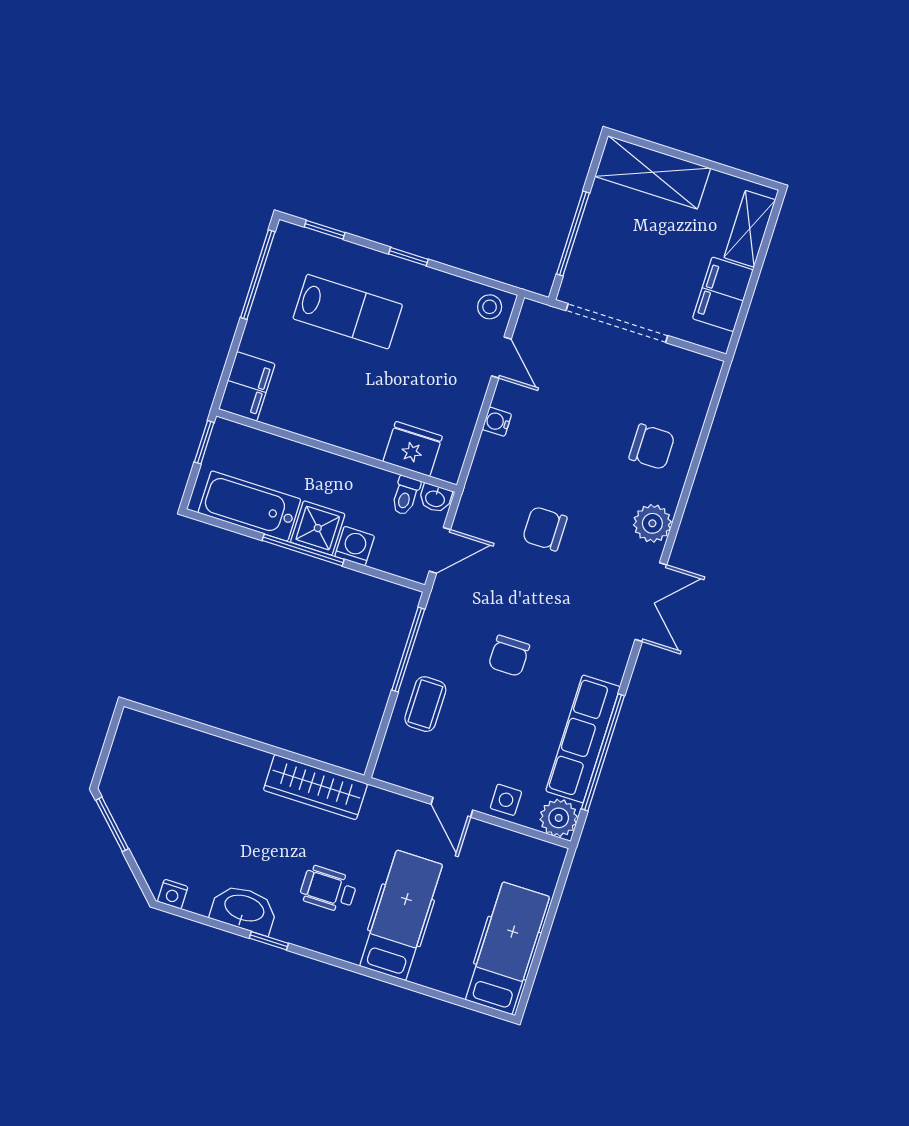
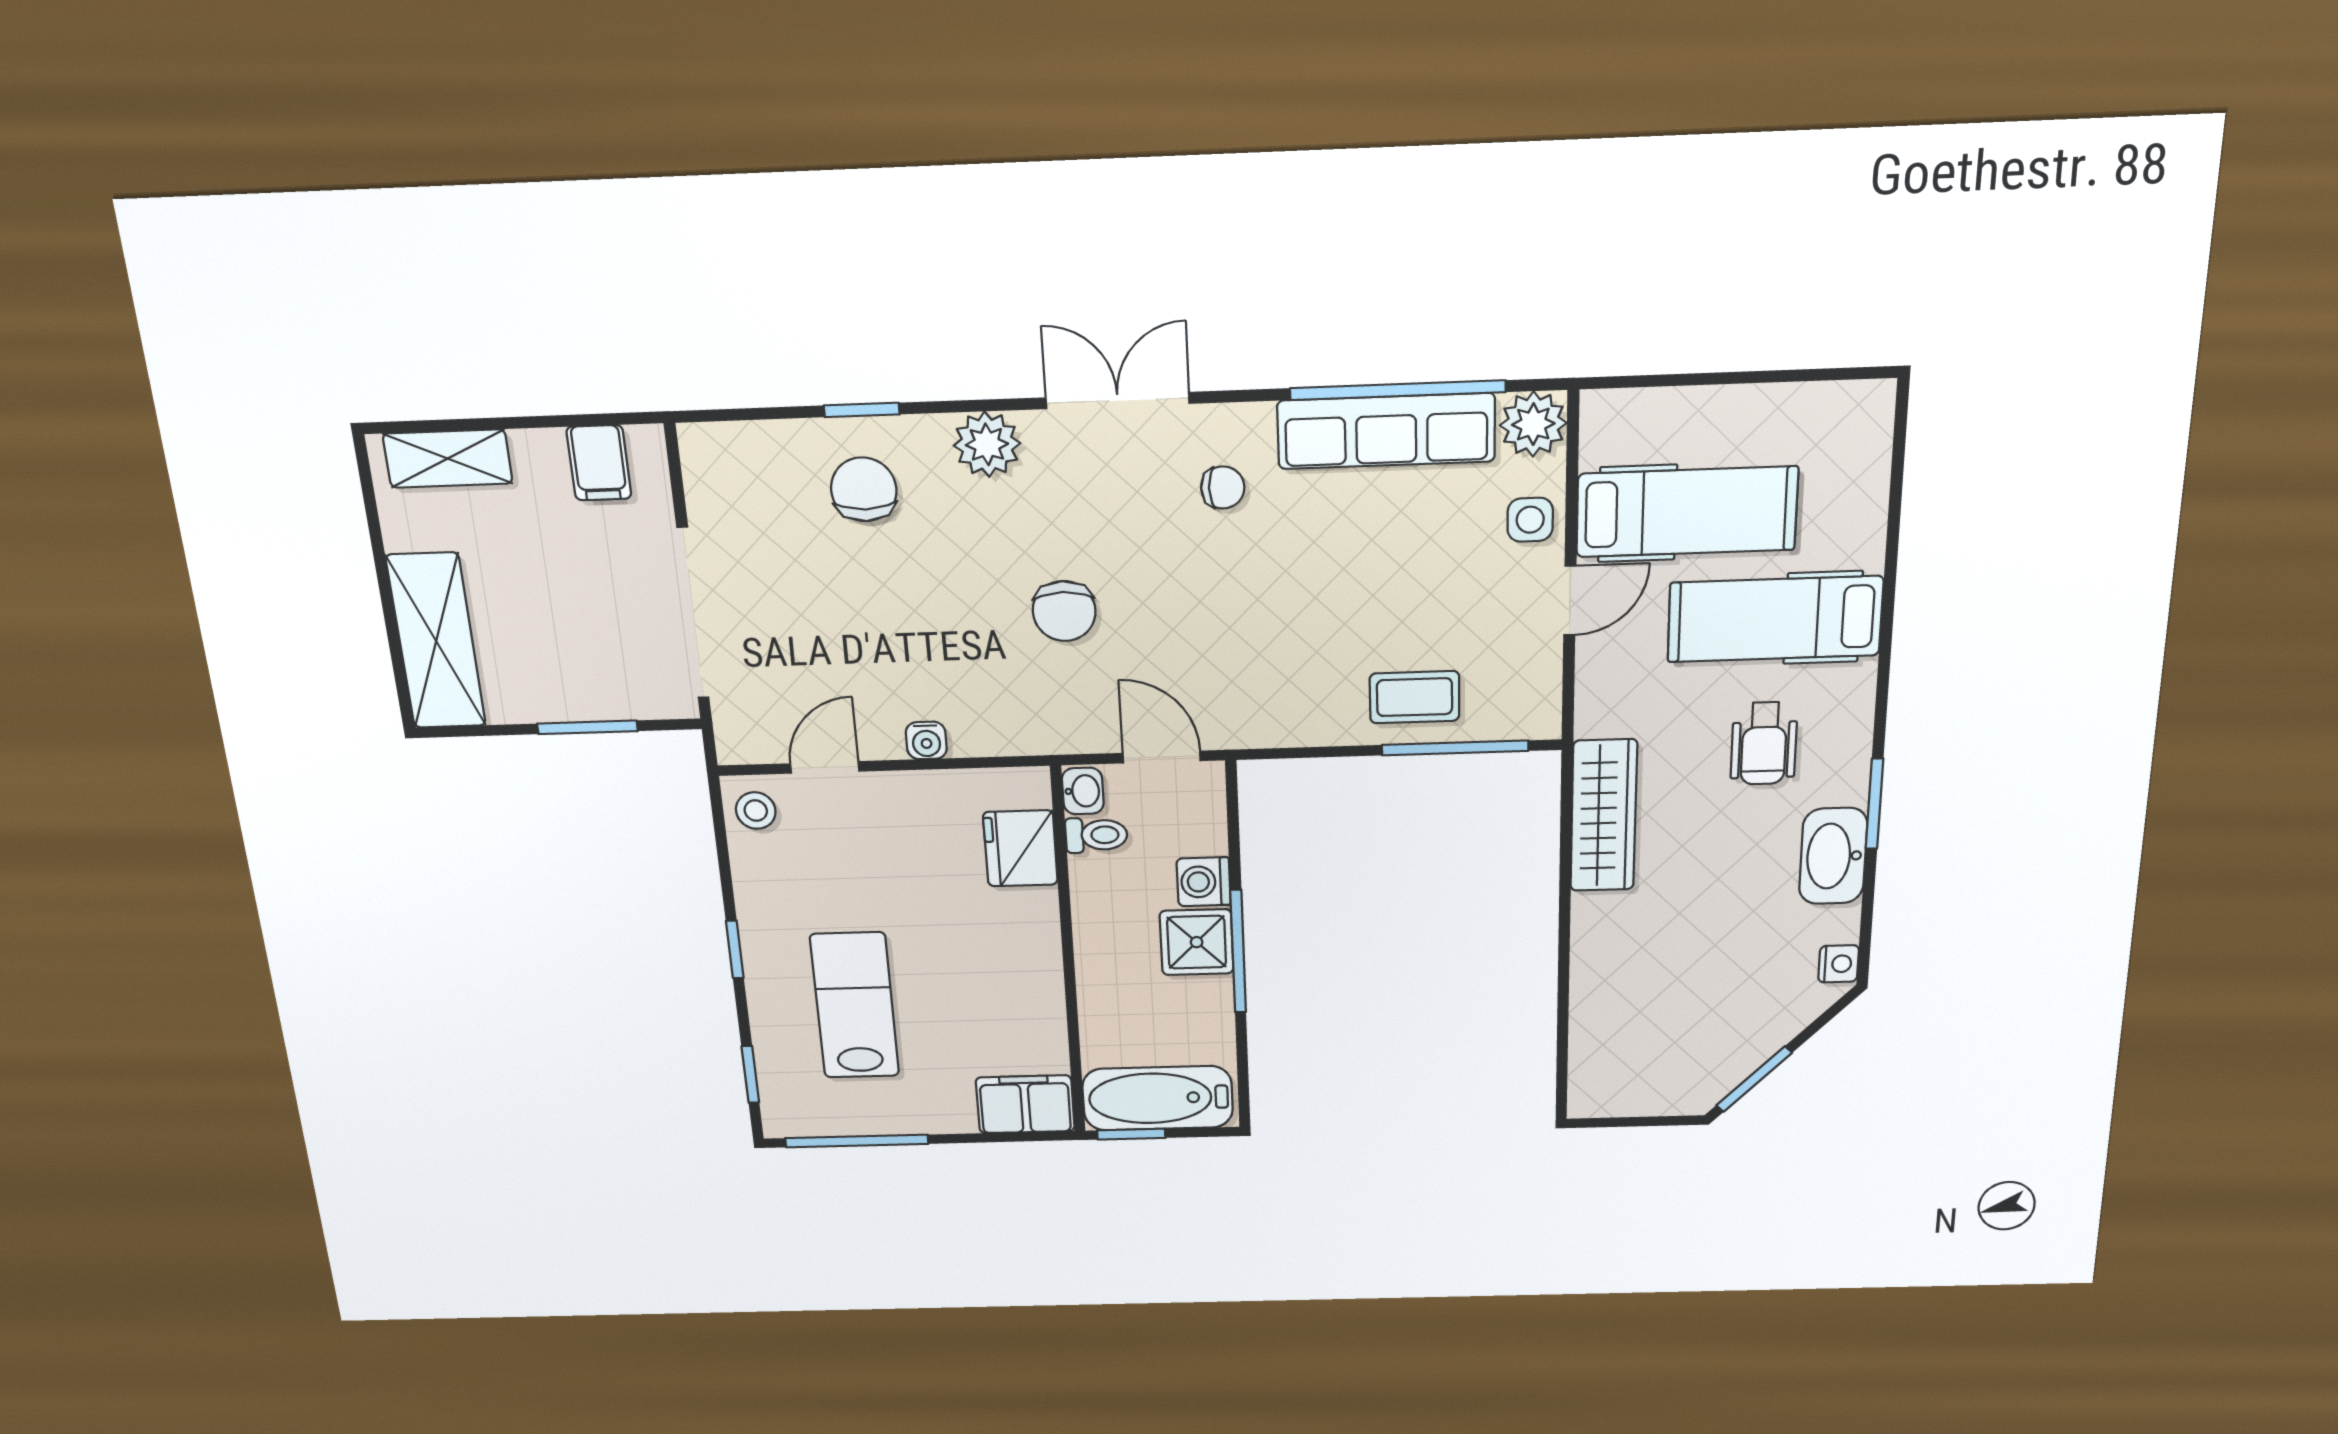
window: (573, 234) -> (587, 727), width x0.69
filing cabinet: (723, 294) -> (599, 463), width x0.50
window: (695, 464) -> (862, 410), added
bathtub: (249, 506) -> (1158, 1098), moved, turned 90
window: (408, 650) -> (1455, 748), moved
chair: (509, 656) -> (1223, 487), moved, width x0.73, depth x0.73
window: (269, 941) -> (1874, 804), width x1.50
hospital bed: (507, 948) -> (1687, 512), moved, turned 180

